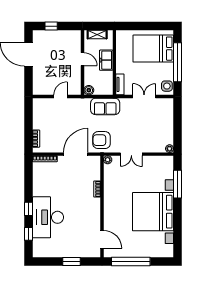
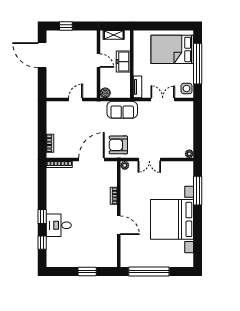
desk: (48, 217) -> (59, 225), width x0.53, depth x0.77
door: (102, 239) -> (119, 225), moved

